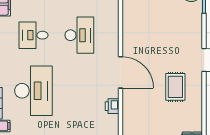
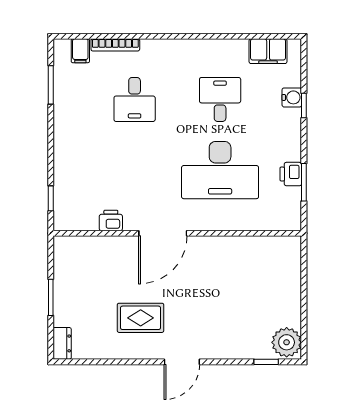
desk: (79, 35) -> (220, 170), width x1.36, depth x1.30
desk: (34, 91) -> (135, 99), width x0.53, depth x0.77

